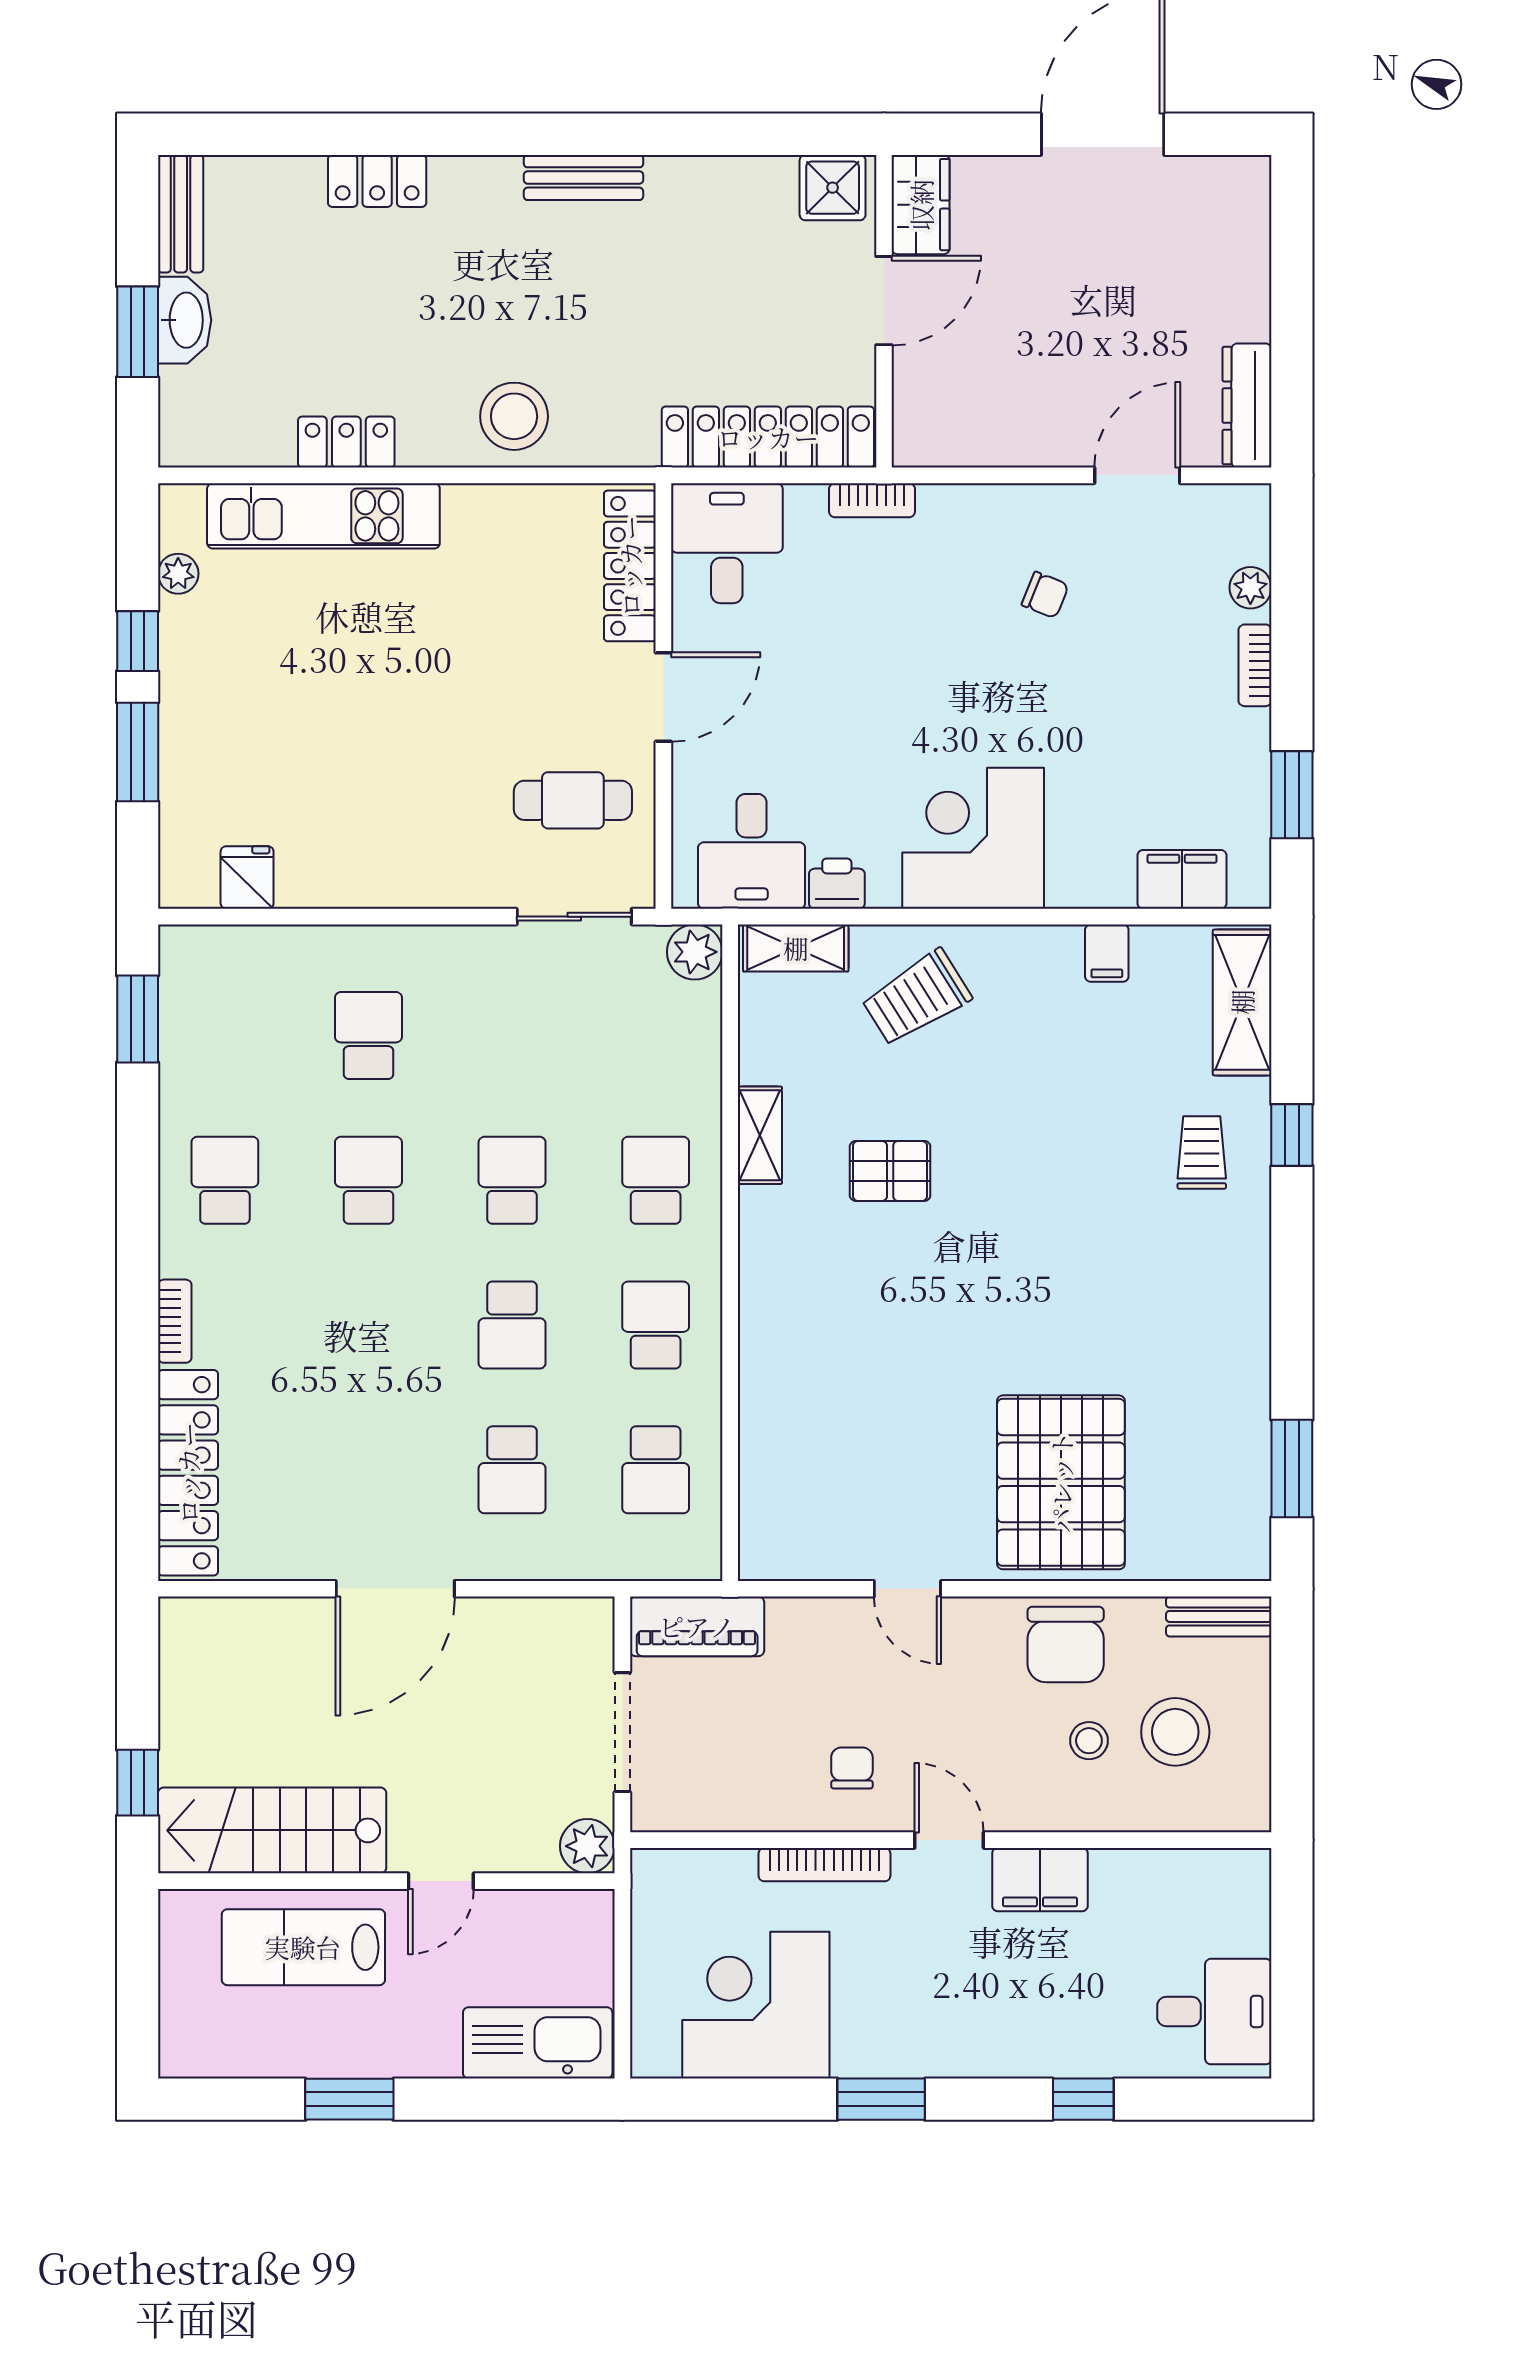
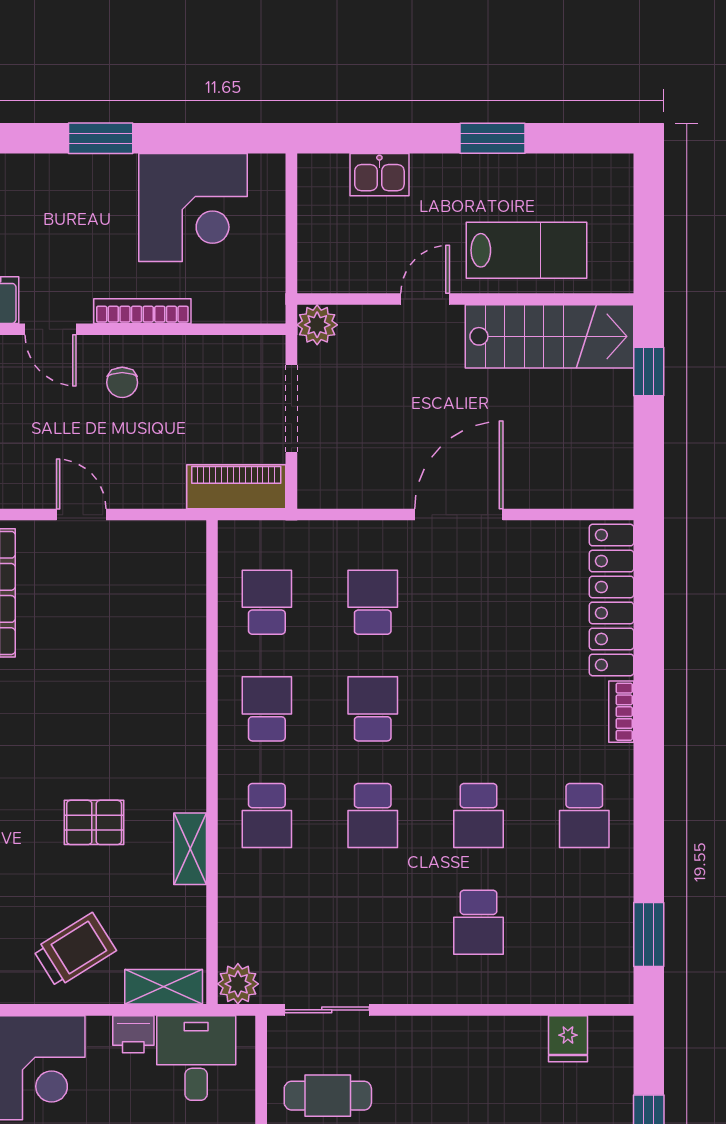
school desk: (656, 1325) -> (267, 709), turned 180
kitchen sink: (538, 2043) -> (379, 175), width x0.53, depth x0.81

